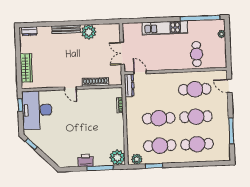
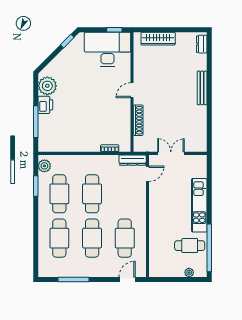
plant: (89, 32) -> (198, 115), removed
cafe table: (197, 54) -> (190, 246), moved
plant: (117, 157) -> (47, 86), moved

